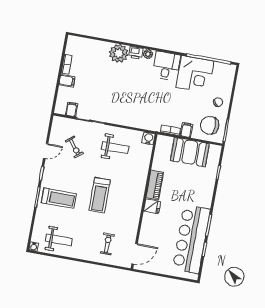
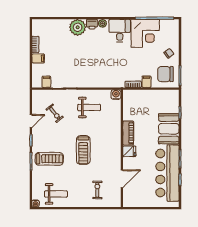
booth: (190, 152) -> (169, 129), moved, turned 90
door: (135, 254) -> (122, 179), moved

